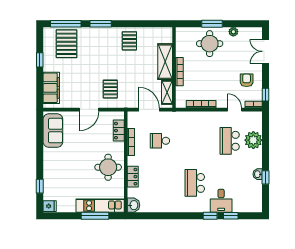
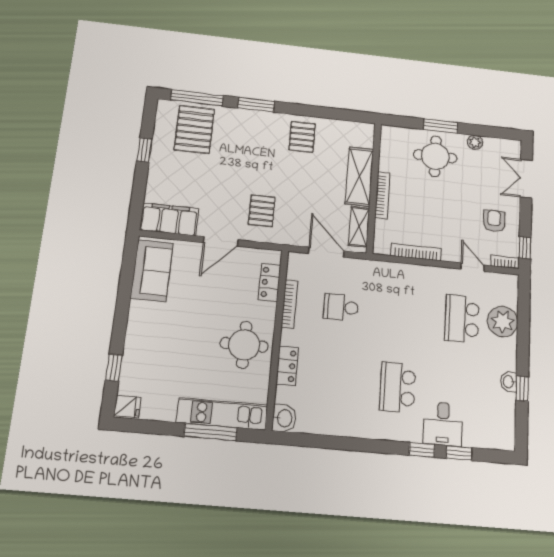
filing cabinet: (51, 88) -> (169, 219), moved, turned -90

